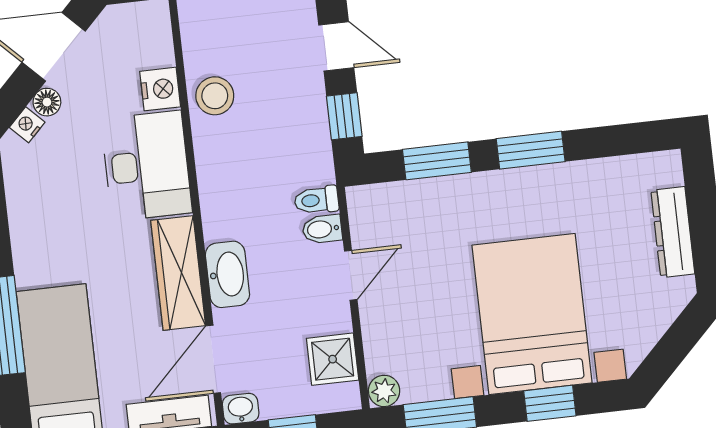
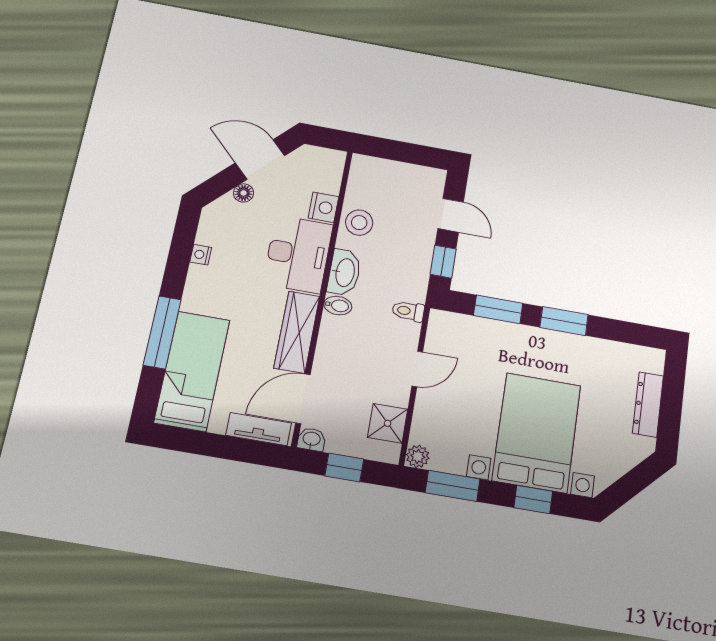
nightstand: (27, 125) -> (201, 255), moved, turned -45
bidet: (322, 229) -> (338, 306), moved, turned 180
washbasin: (227, 274) -> (344, 272), moved

